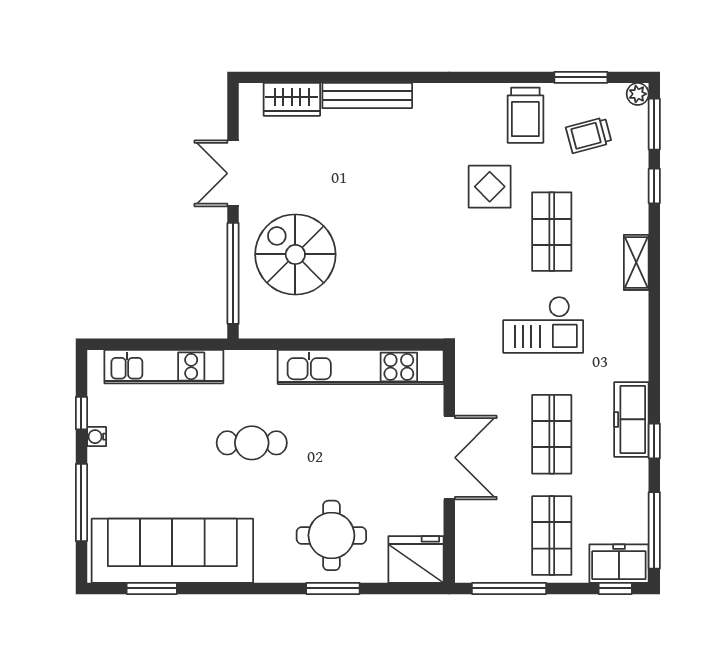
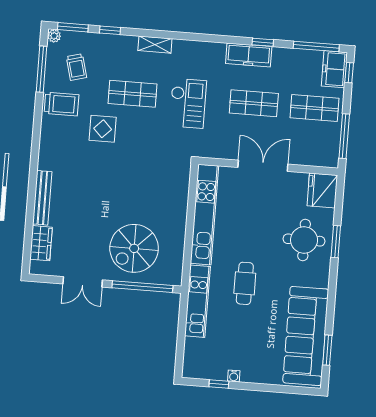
window: (581, 77) -> (41, 69), width x1.44
kitchen unit: (164, 367) -> (197, 301), moved
window: (81, 502) -> (272, 388), removed

